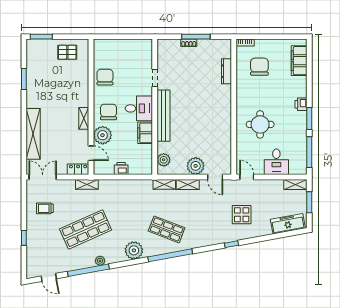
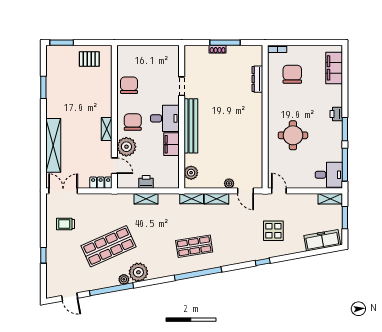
desk: (276, 162) -> (329, 175), moved, turned -90
plant: (196, 166) -> (229, 183), width x0.53, depth x0.53
shelving: (87, 184) -> (146, 199), moved
shop shelf: (167, 229) -> (194, 246), turned -30
plant: (134, 250) -> (138, 272), moved

